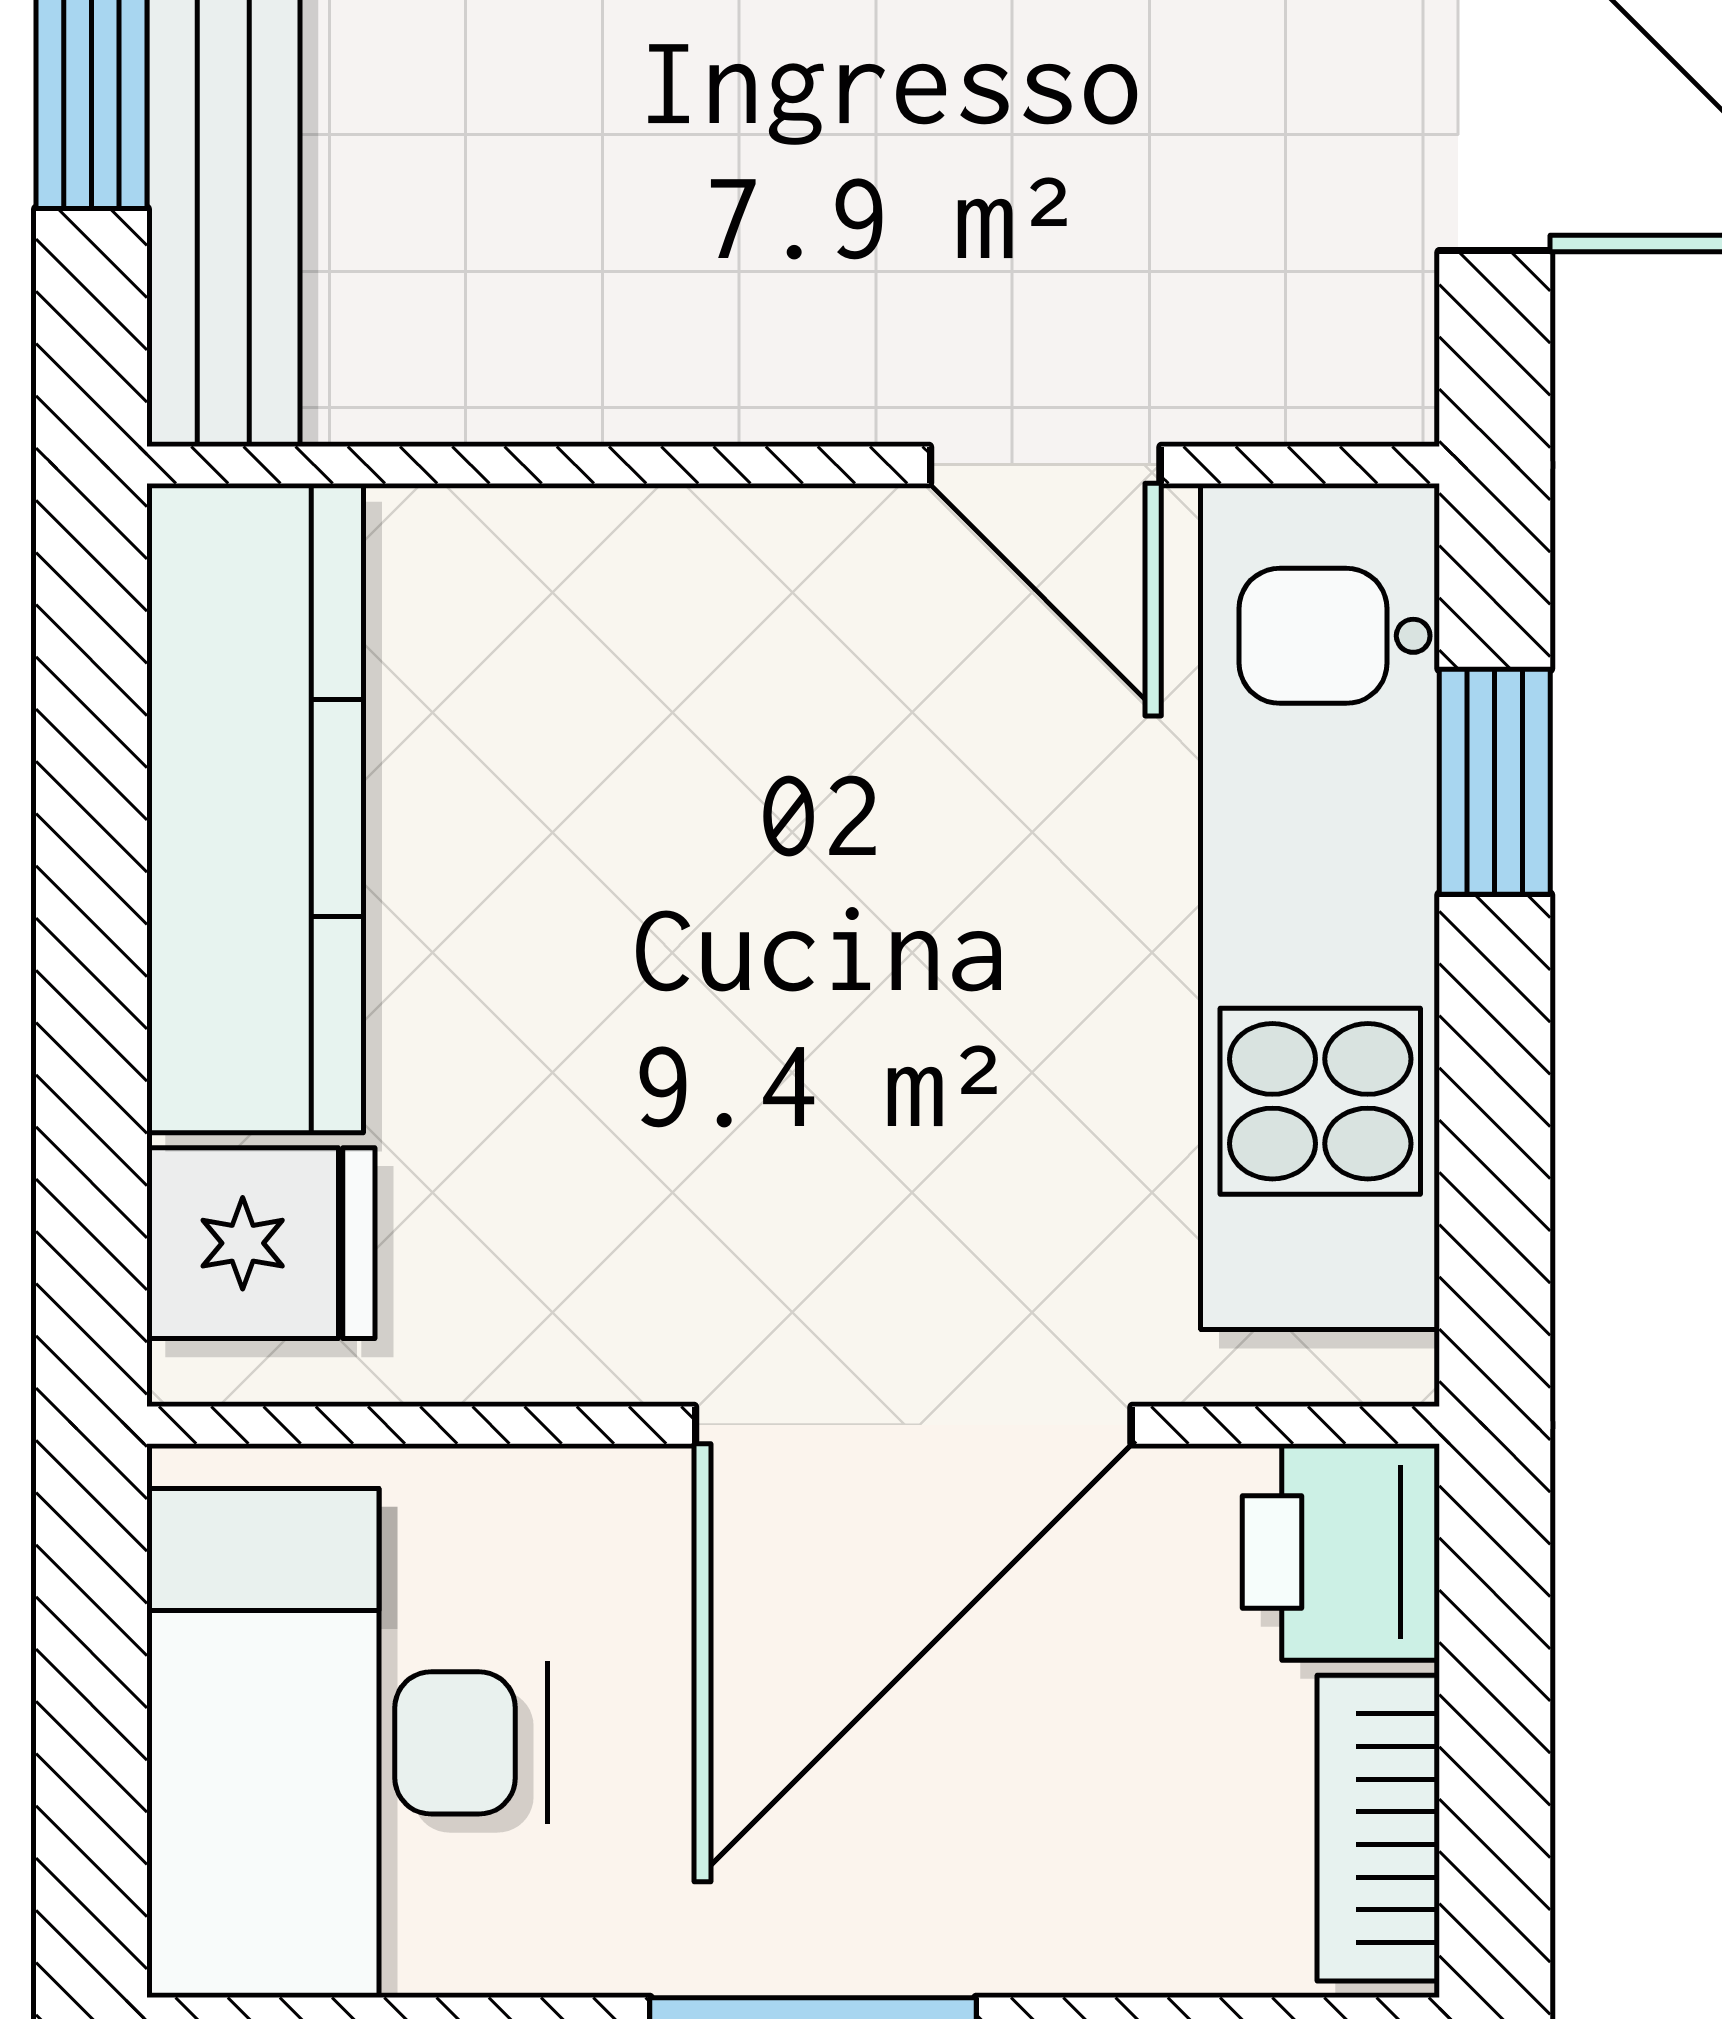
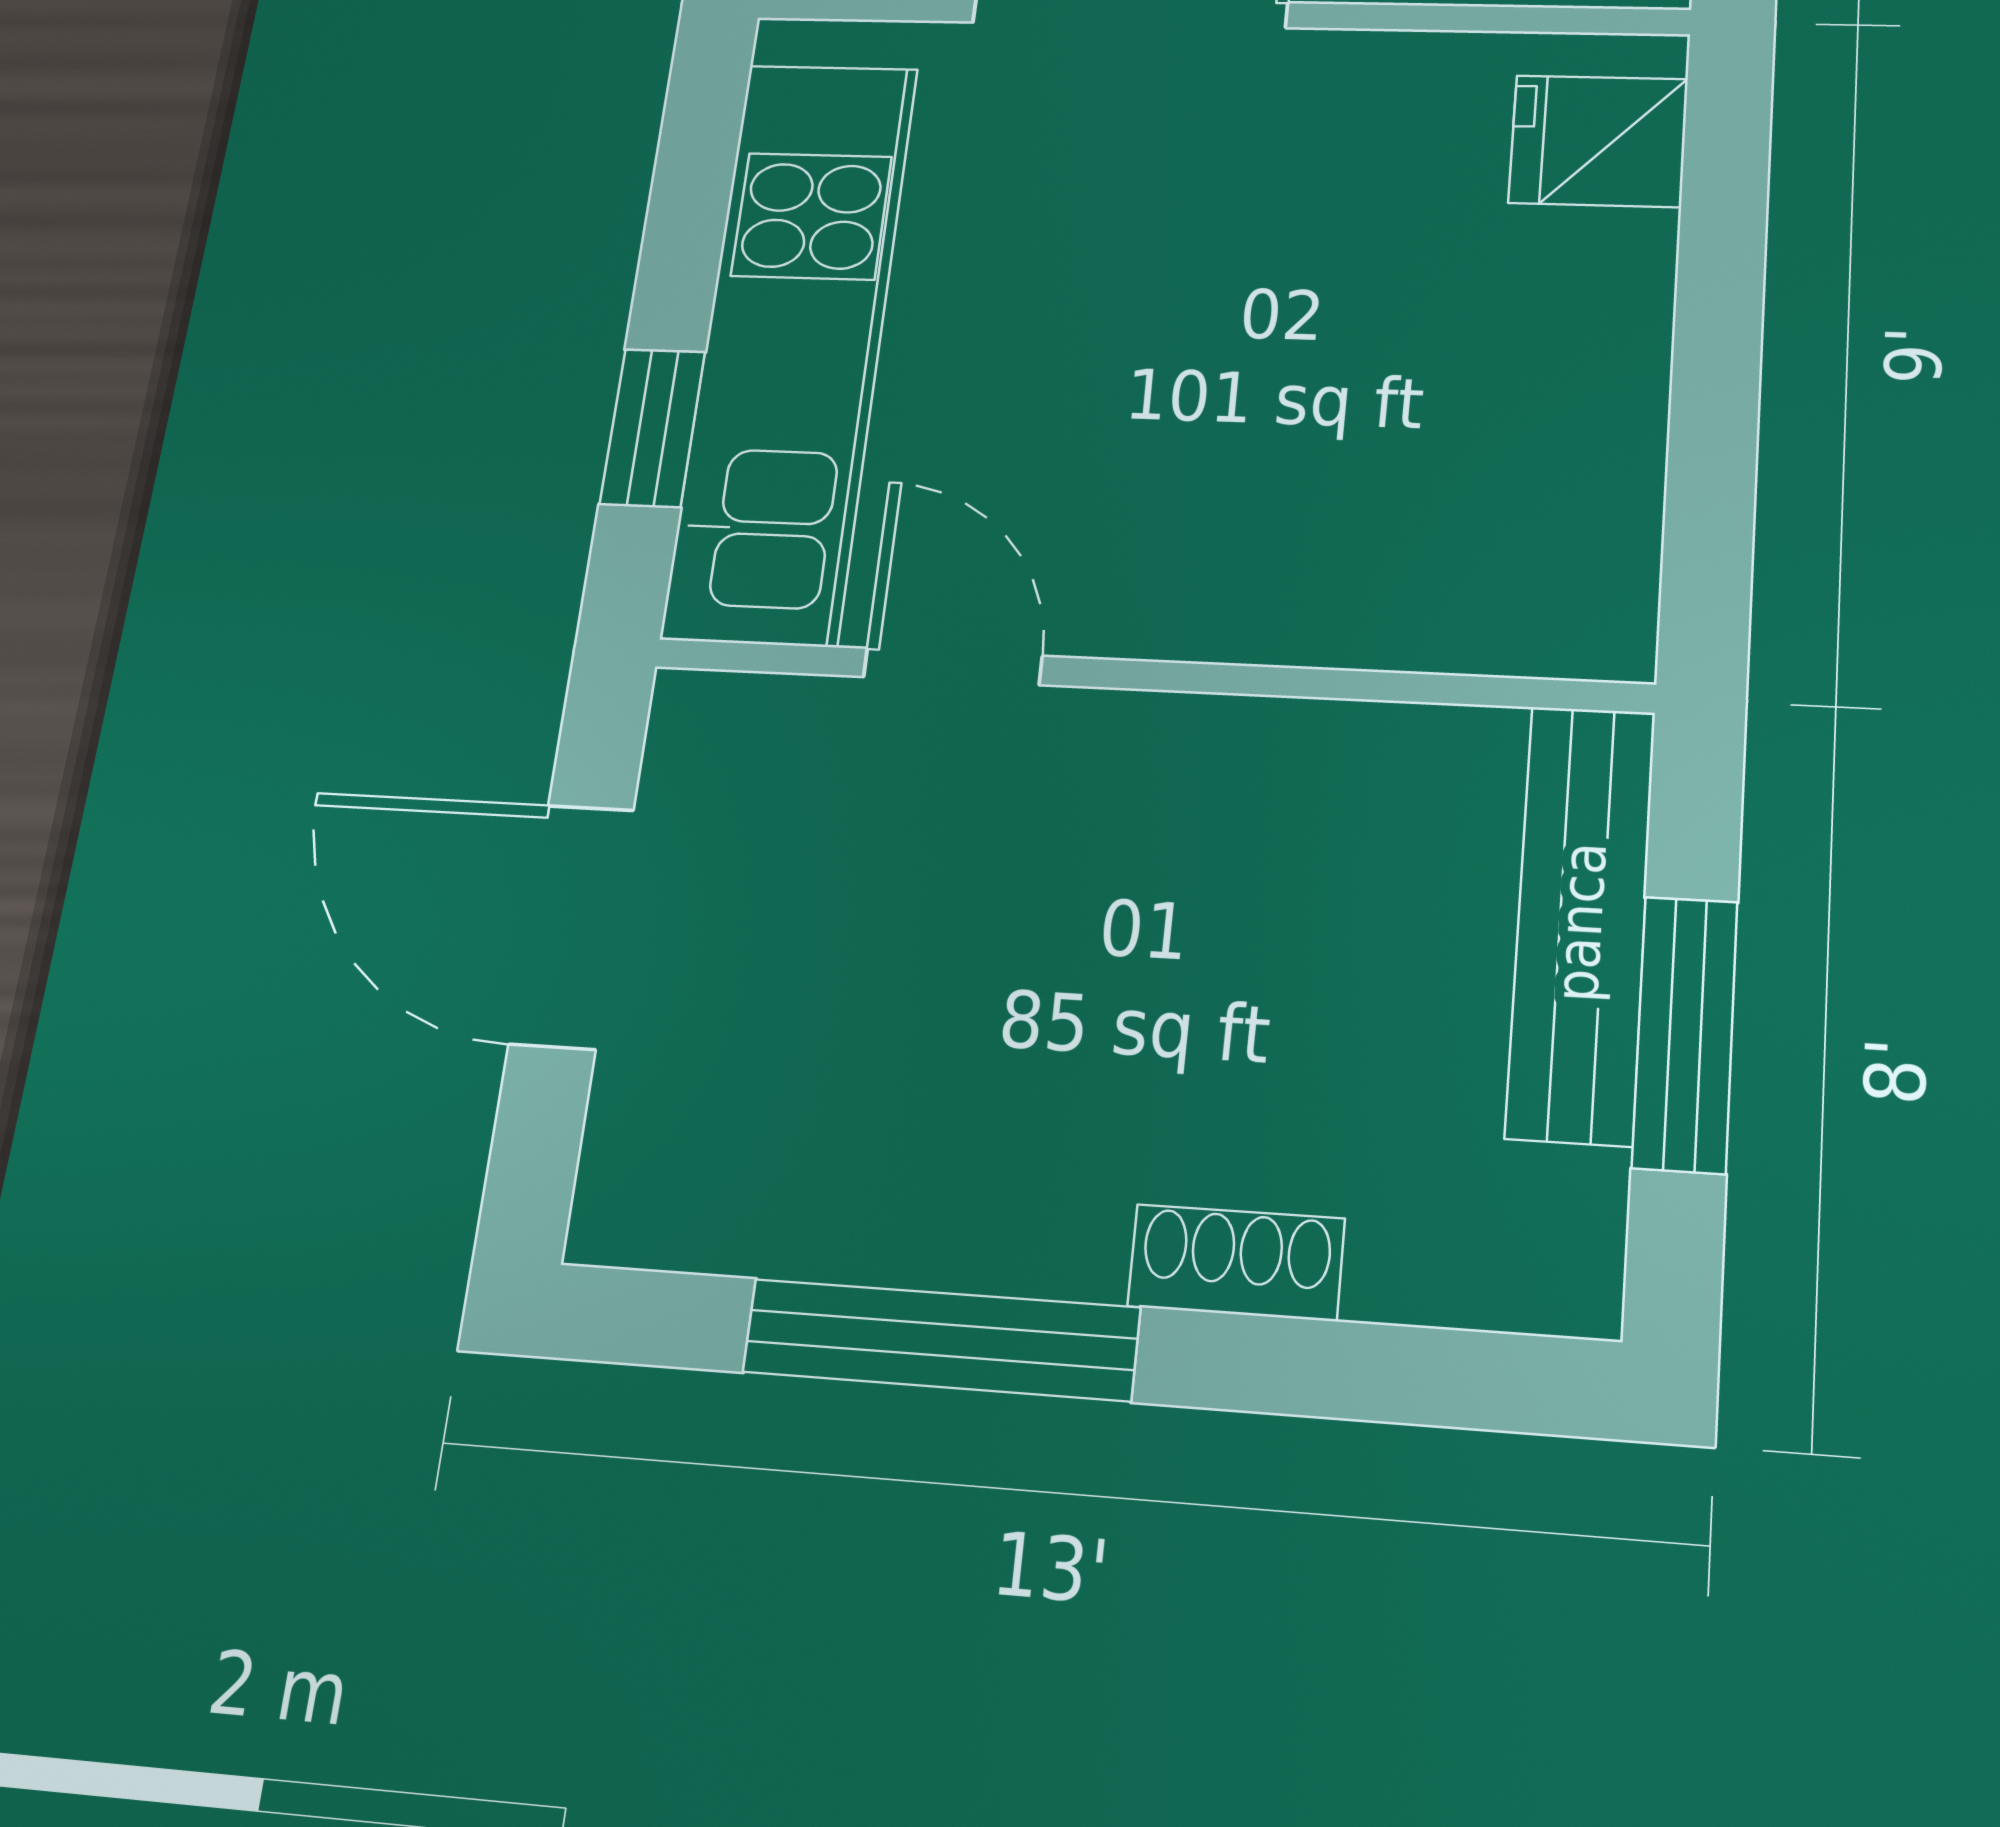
kitchen counter: (255, 808) -> (1584, 442), removed

